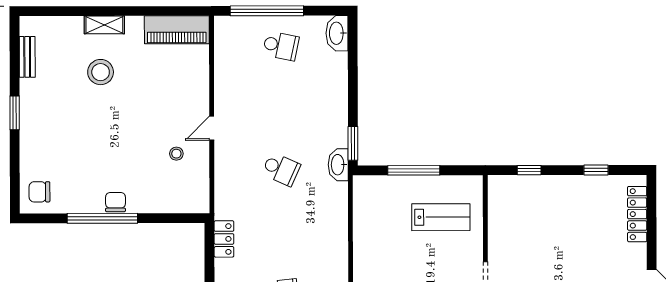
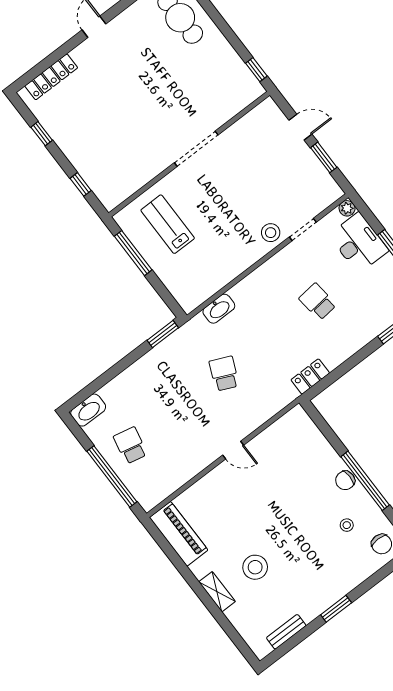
stool: (176, 154) -> (347, 525), moved
washbasin: (338, 165) -> (219, 309), moved
window: (414, 170) -> (133, 253), moved

